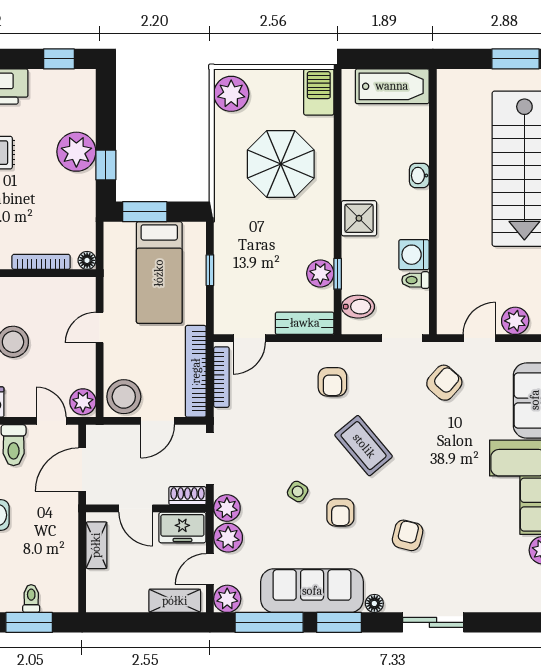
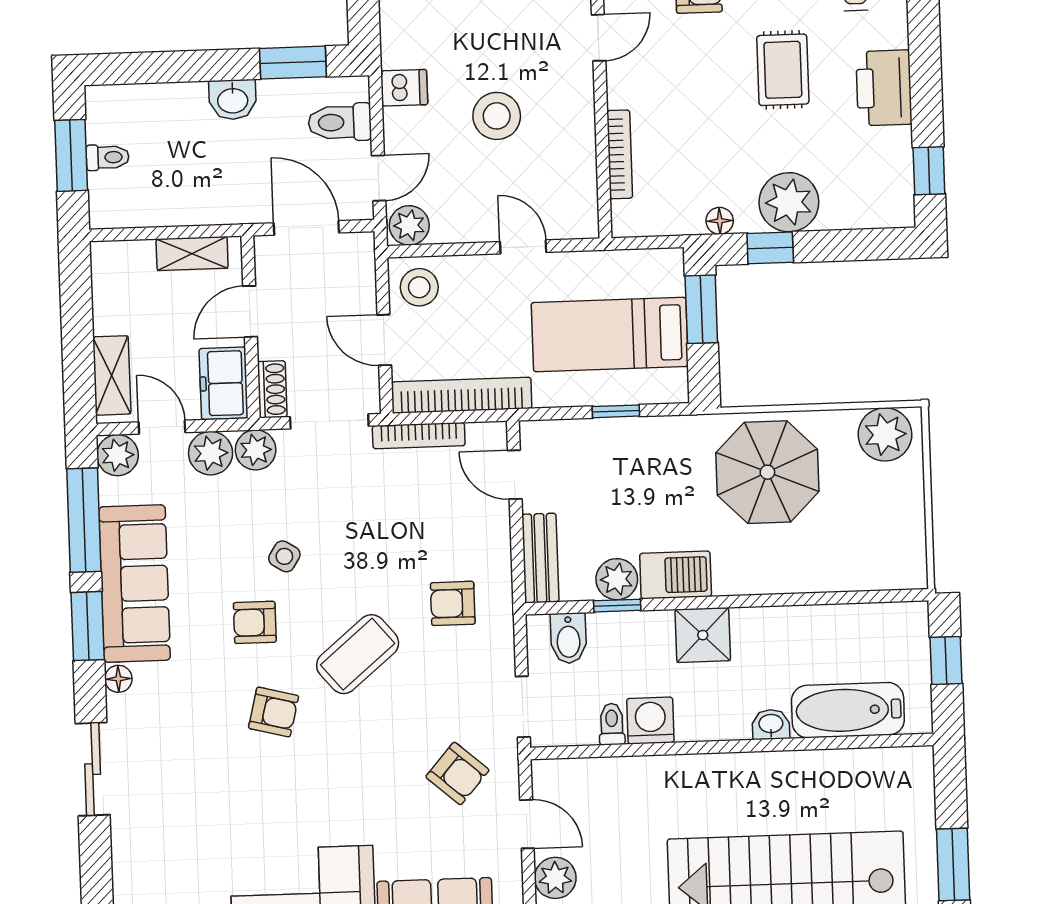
window: (381, 59) -> (946, 660), added
bathtub: (392, 86) -> (848, 710), moved, turned 90
barbecue: (319, 92) -> (676, 575), moved
parasol: (281, 164) -> (767, 472), moved
floor lamp: (87, 260) -> (720, 221), moved
bookcase: (221, 377) -> (419, 436), moved
stool: (124, 397) -> (419, 287), width x0.73, depth x0.73
armchair: (408, 535) -> (274, 712), moved

